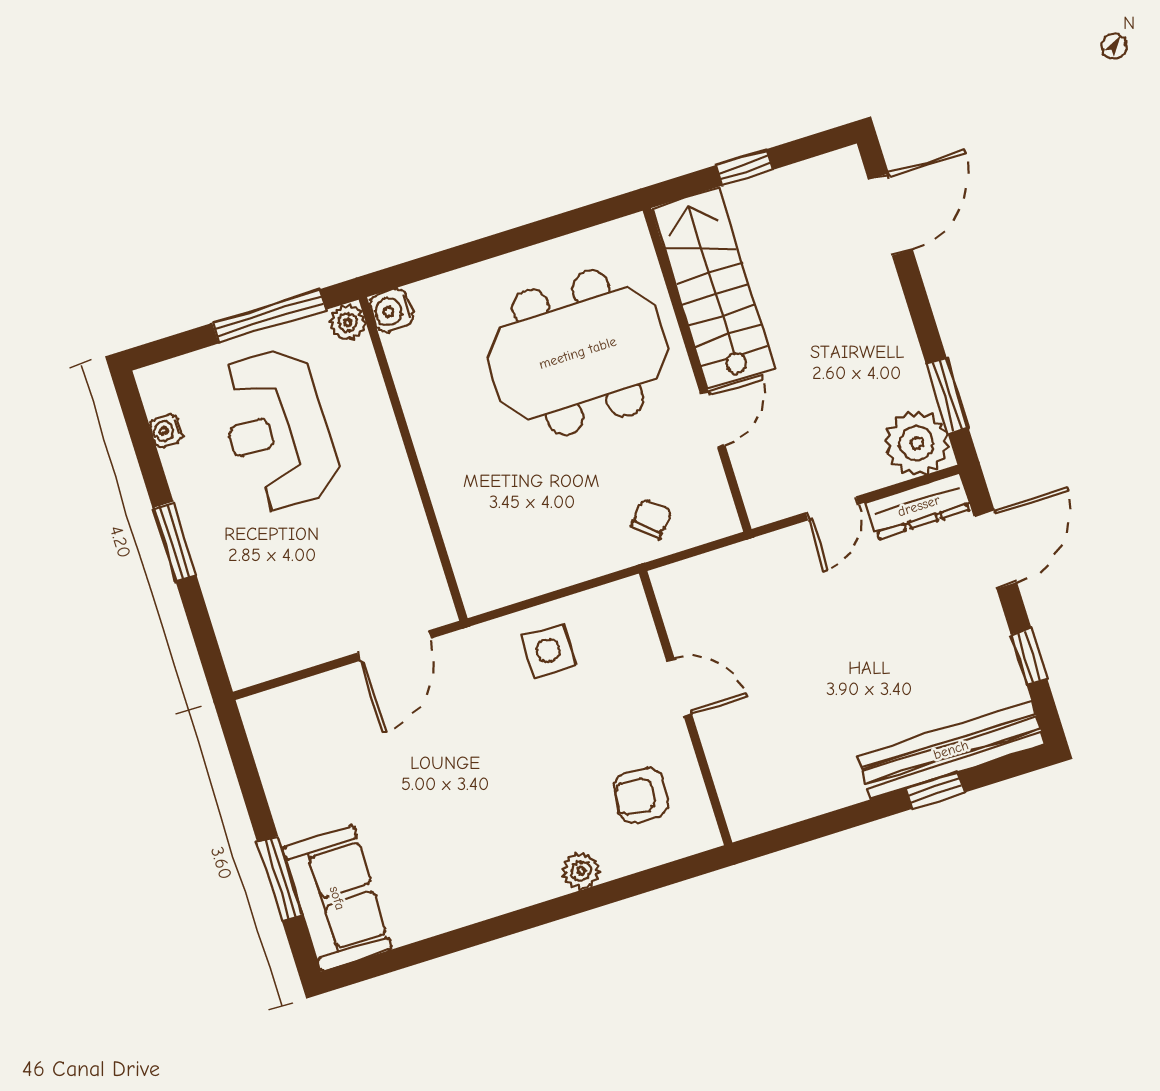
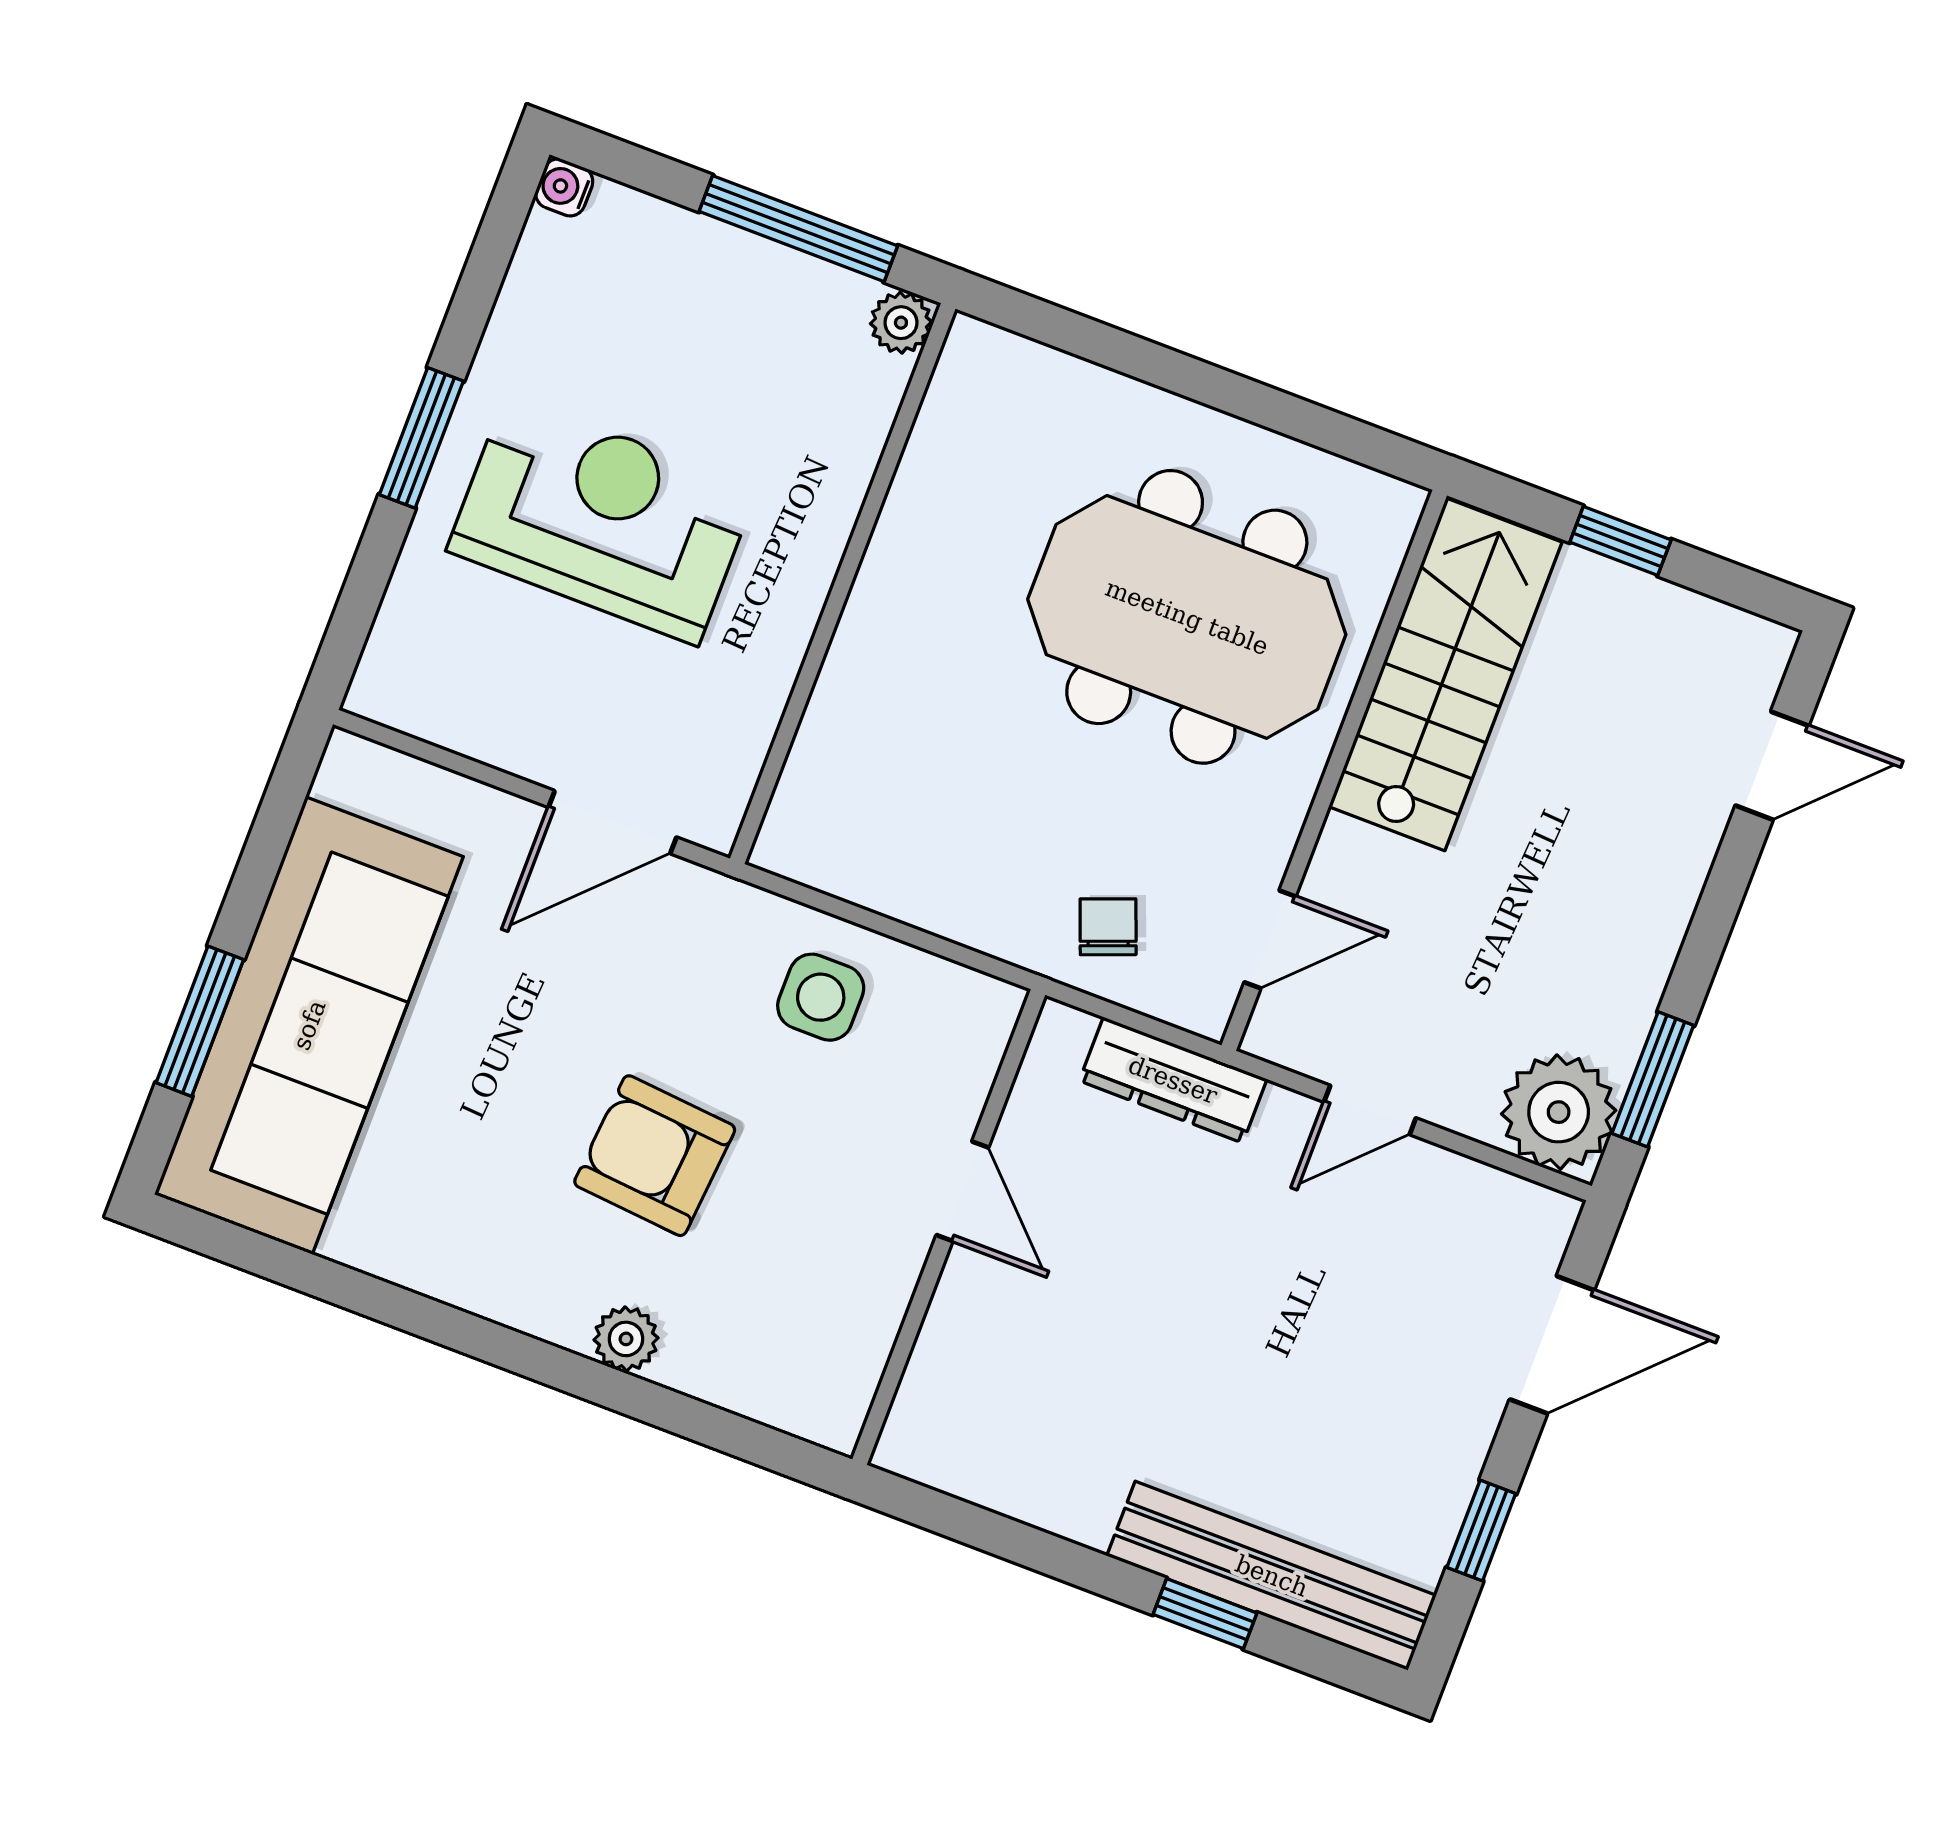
door: (890, 214) -> (1772, 766), width x0.73
water cooler: (392, 311) -> (975, 354), removed
door: (713, 420) -> (1270, 939), moved
reception desk: (278, 429) -> (602, 519), moved, turned 90
water cooler: (166, 430) -> (564, 187), moved
dresser: (919, 506) -> (1173, 1080), moved
chair: (651, 519) -> (1108, 927), turned -62
armchair: (641, 795) -> (655, 1156), moved, width x1.38, depth x1.38
sofa: (337, 898) -> (309, 1025), width x1.85, depth x1.27

